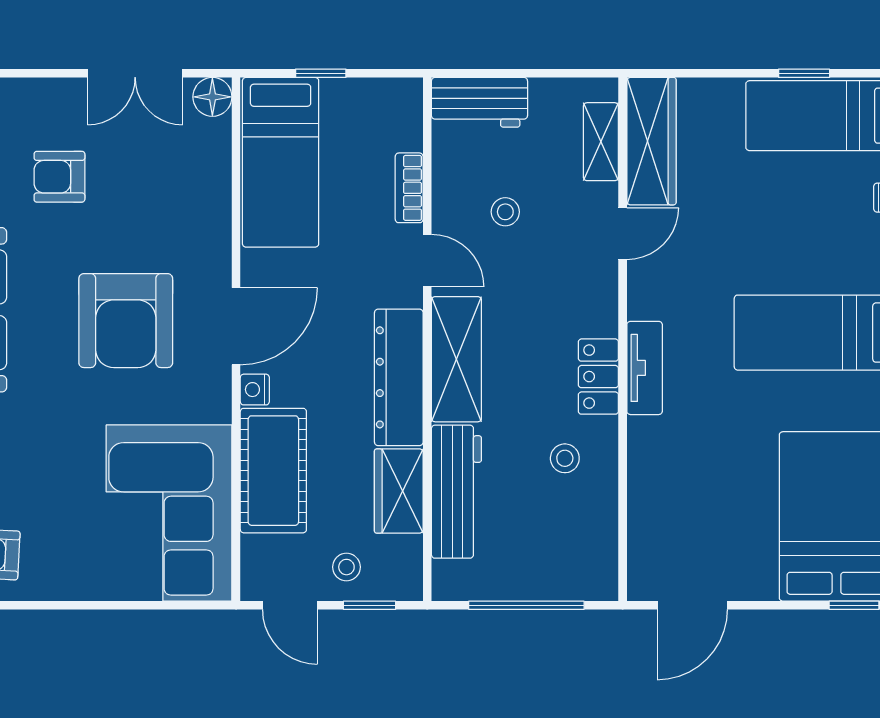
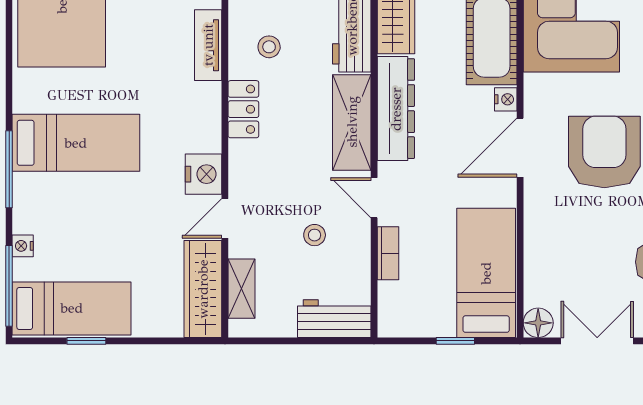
nightstand: (651, 292) -> (204, 174), added
tv unit: (645, 368) -> (208, 45), moved

